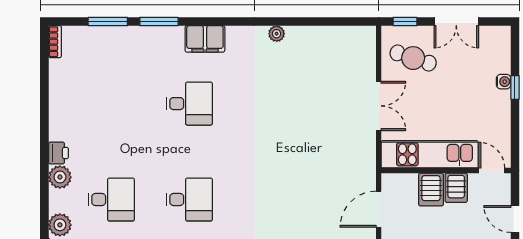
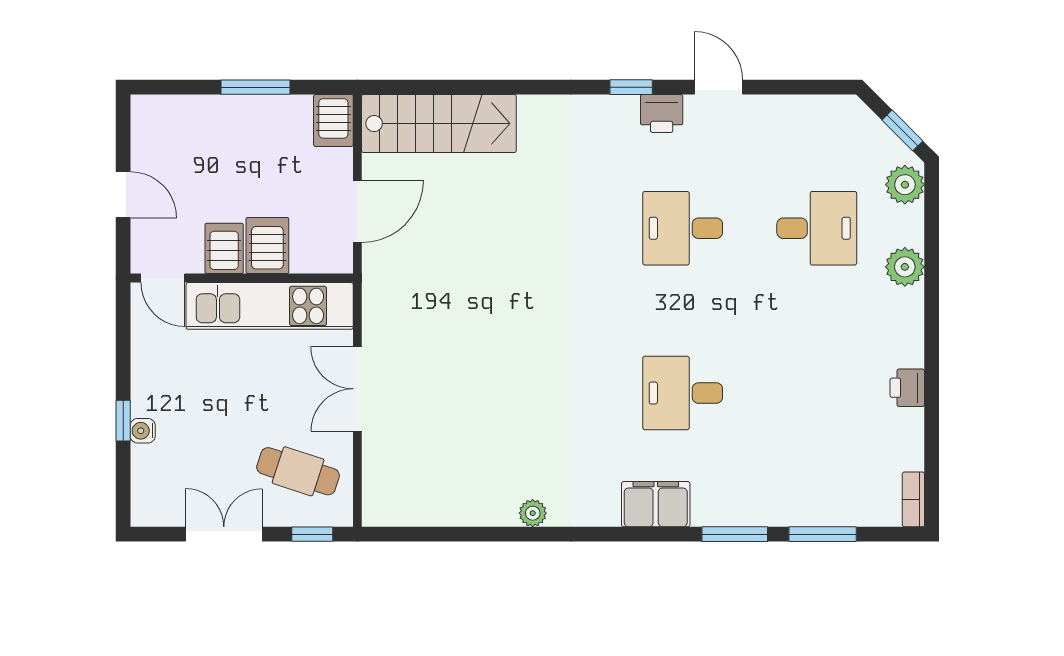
printer: (59, 153) -> (907, 388), moved
desk: (111, 199) -> (817, 228), turned 180

